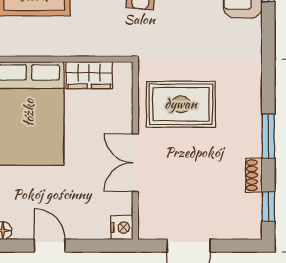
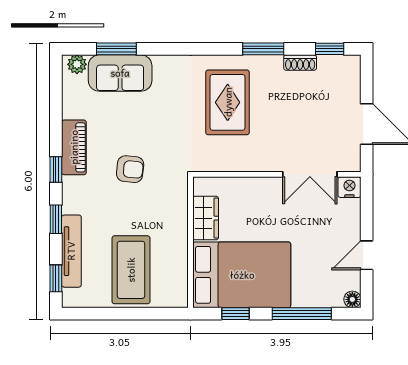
rug: (181, 104) -> (228, 102), moved
double door: (135, 163) -> (310, 174), moved

